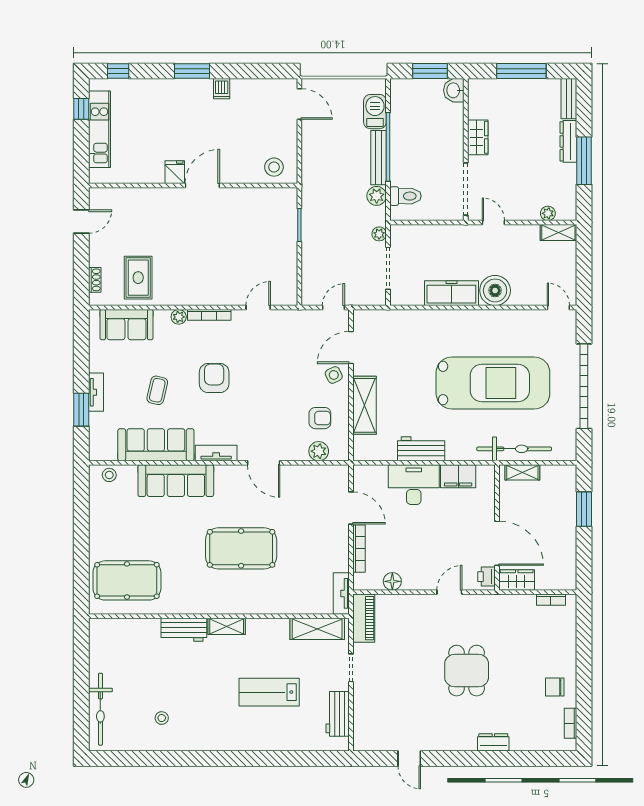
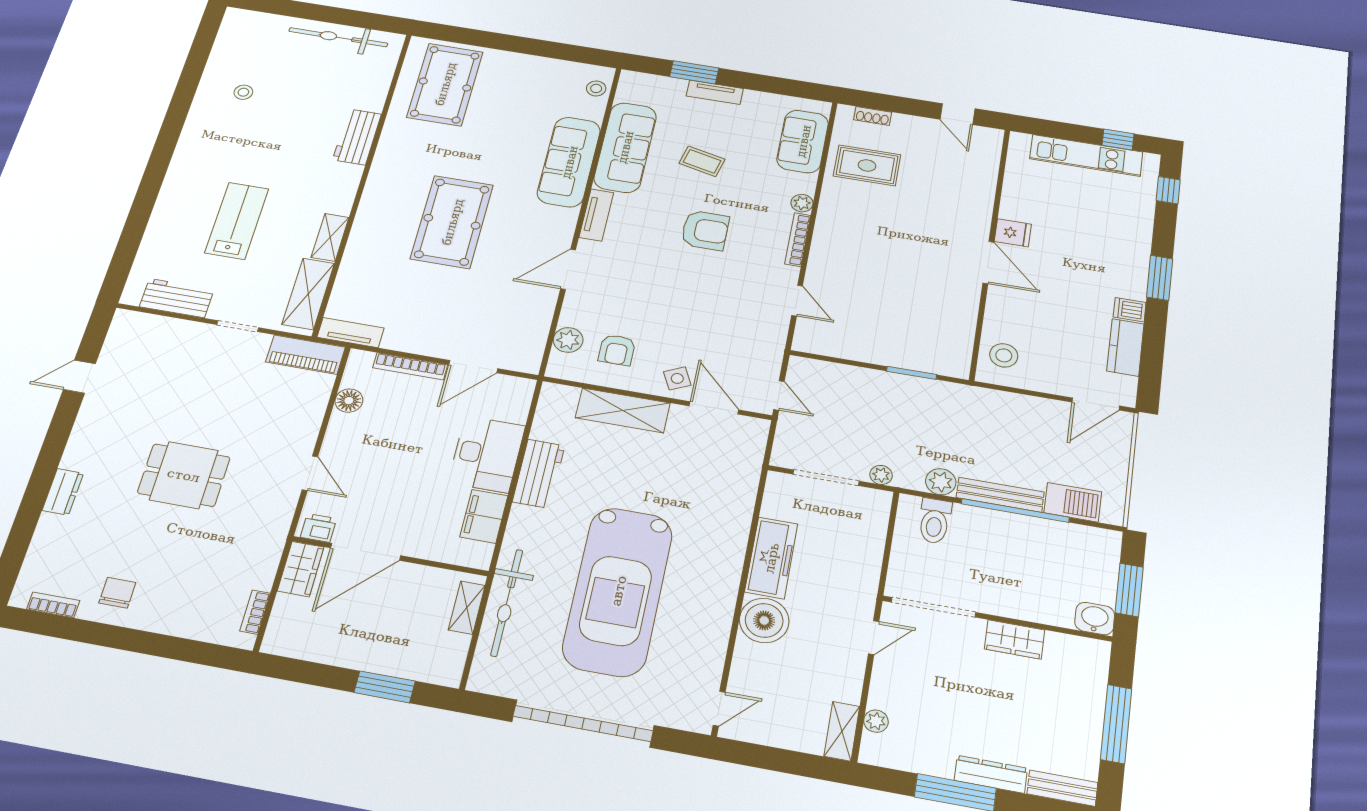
kitchen counter: (252, 89) -> (1125, 347), added
shelving: (227, 626) -> (330, 237), moved
bicycle: (100, 709) -> (338, 37), moved

